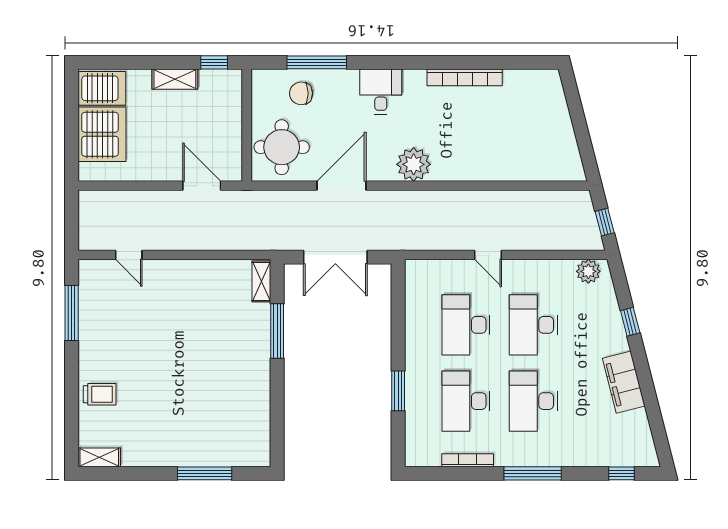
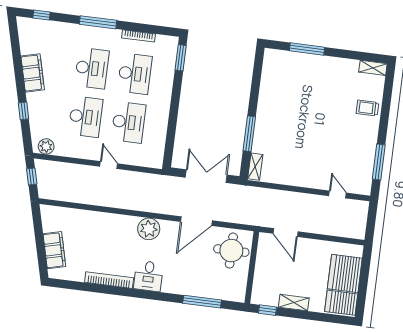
desk: (381, 91) -> (148, 276), moved
chair: (301, 93) -> (215, 283), removed
filing cabinet: (555, 113) -> (54, 250), added
window: (398, 391) -> (181, 58), moved

